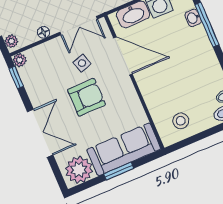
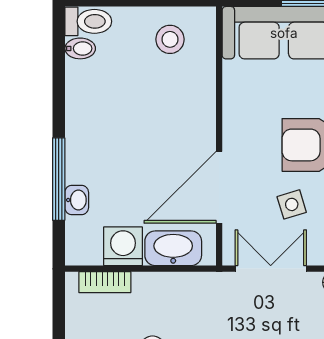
door: (123, 56) -> (219, 187), hinge flipped

